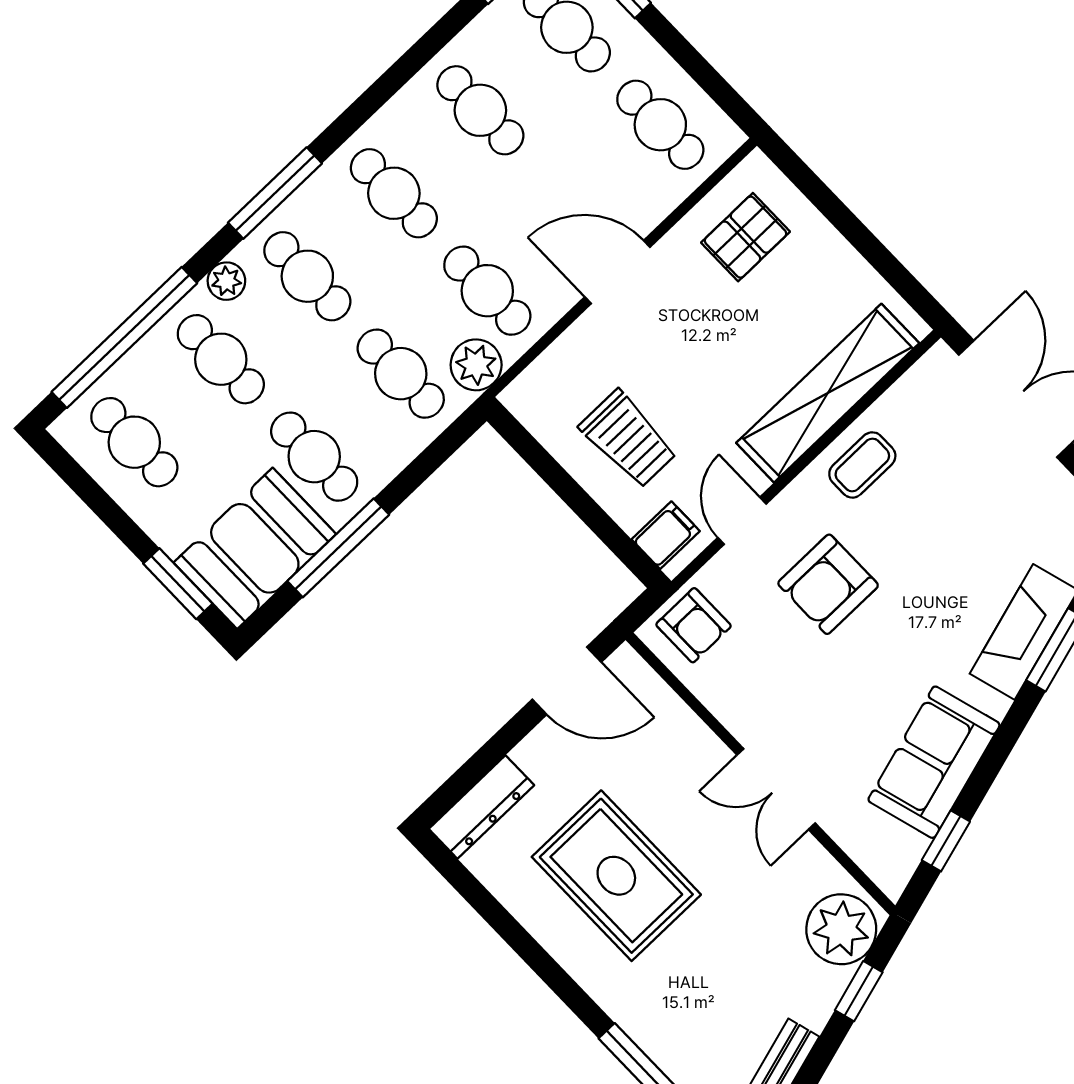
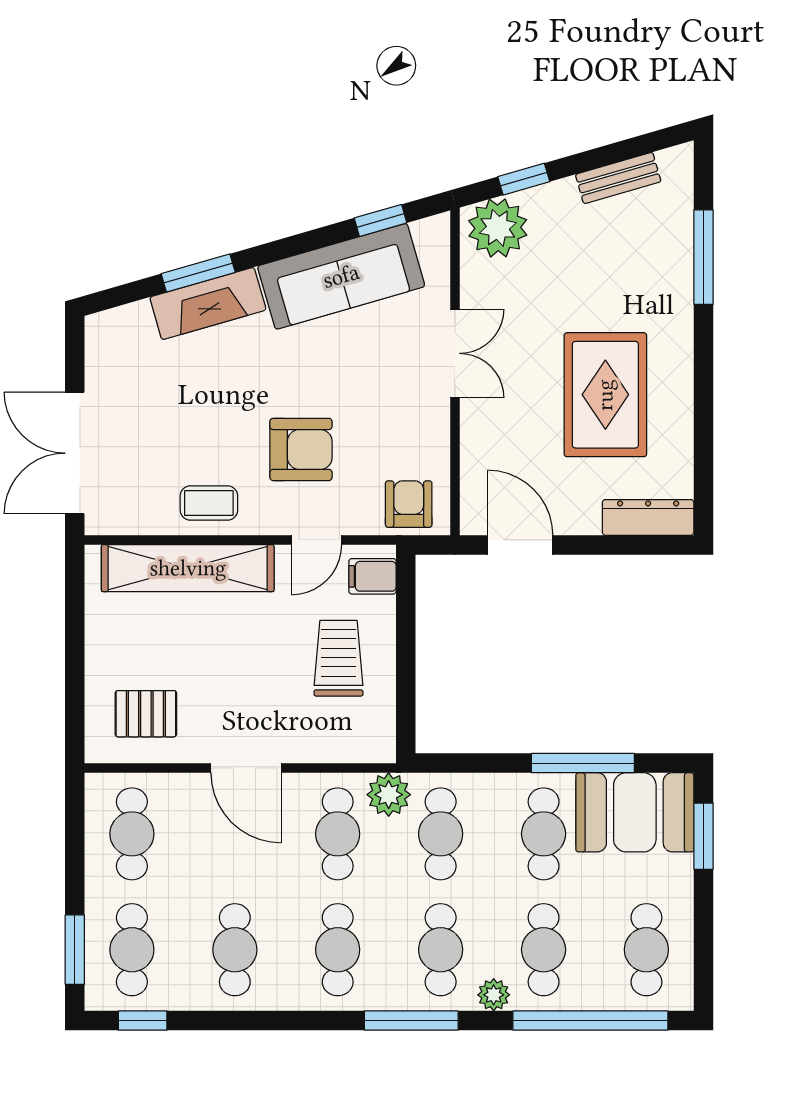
sofa: (934, 762) -> (341, 276), width x1.36

